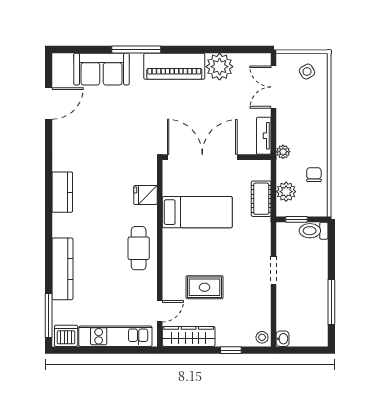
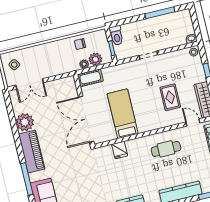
tv unit: (264, 136) -> (63, 83), removed
plant: (283, 152) -> (84, 64), moved
cot: (261, 199) -> (90, 78), moved
cafe table: (139, 248) -> (166, 149), moved

